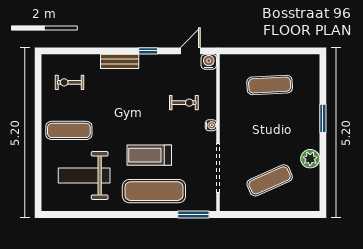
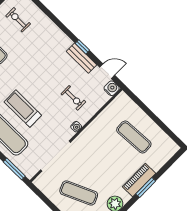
bench: (120, 61) -> (81, 58), moved
piano: (311, 118) -> (139, 180), added

